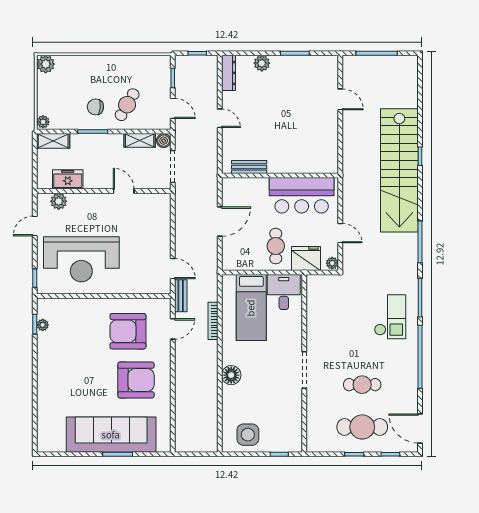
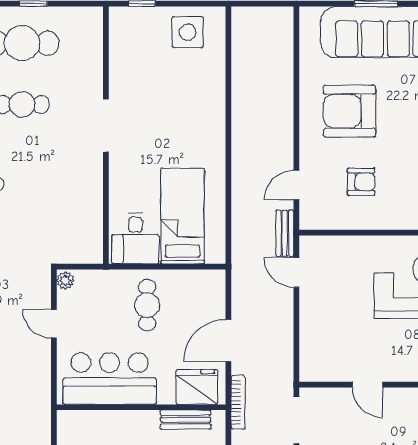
fridge: (306, 259) -> (197, 387), moved, turned 180
bookcase: (213, 321) -> (238, 402), moved
armchair: (128, 331) -> (361, 182), width x0.53, depth x0.53
floor lamp: (231, 375) -> (212, 118), removed

